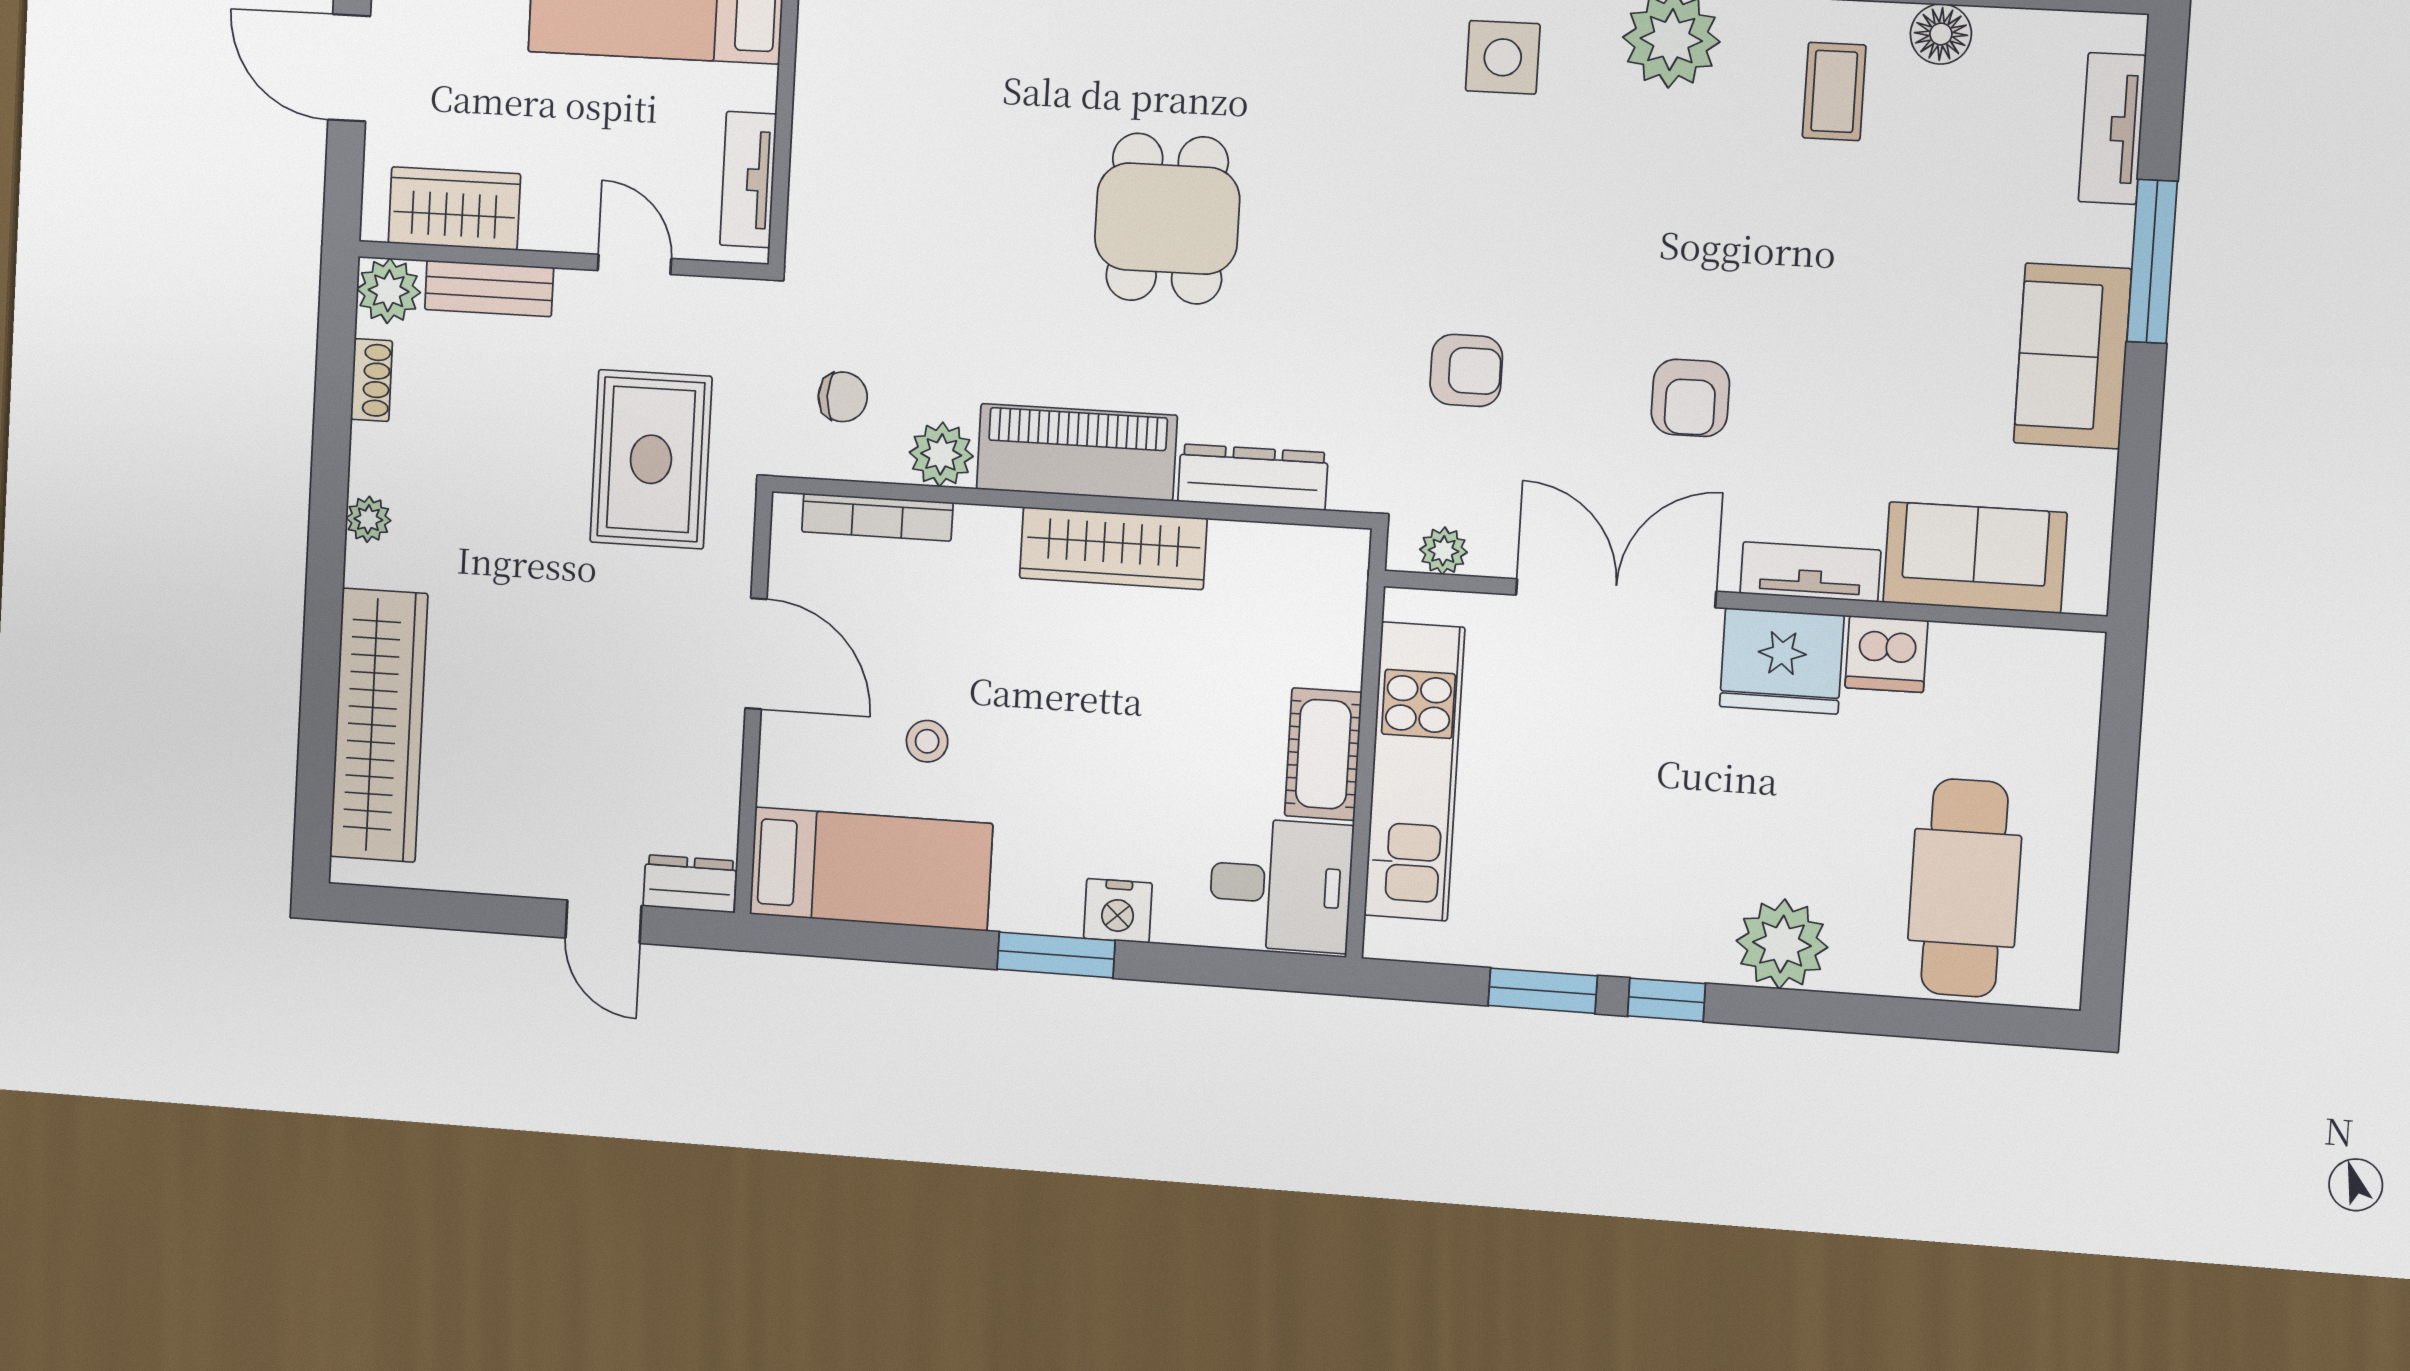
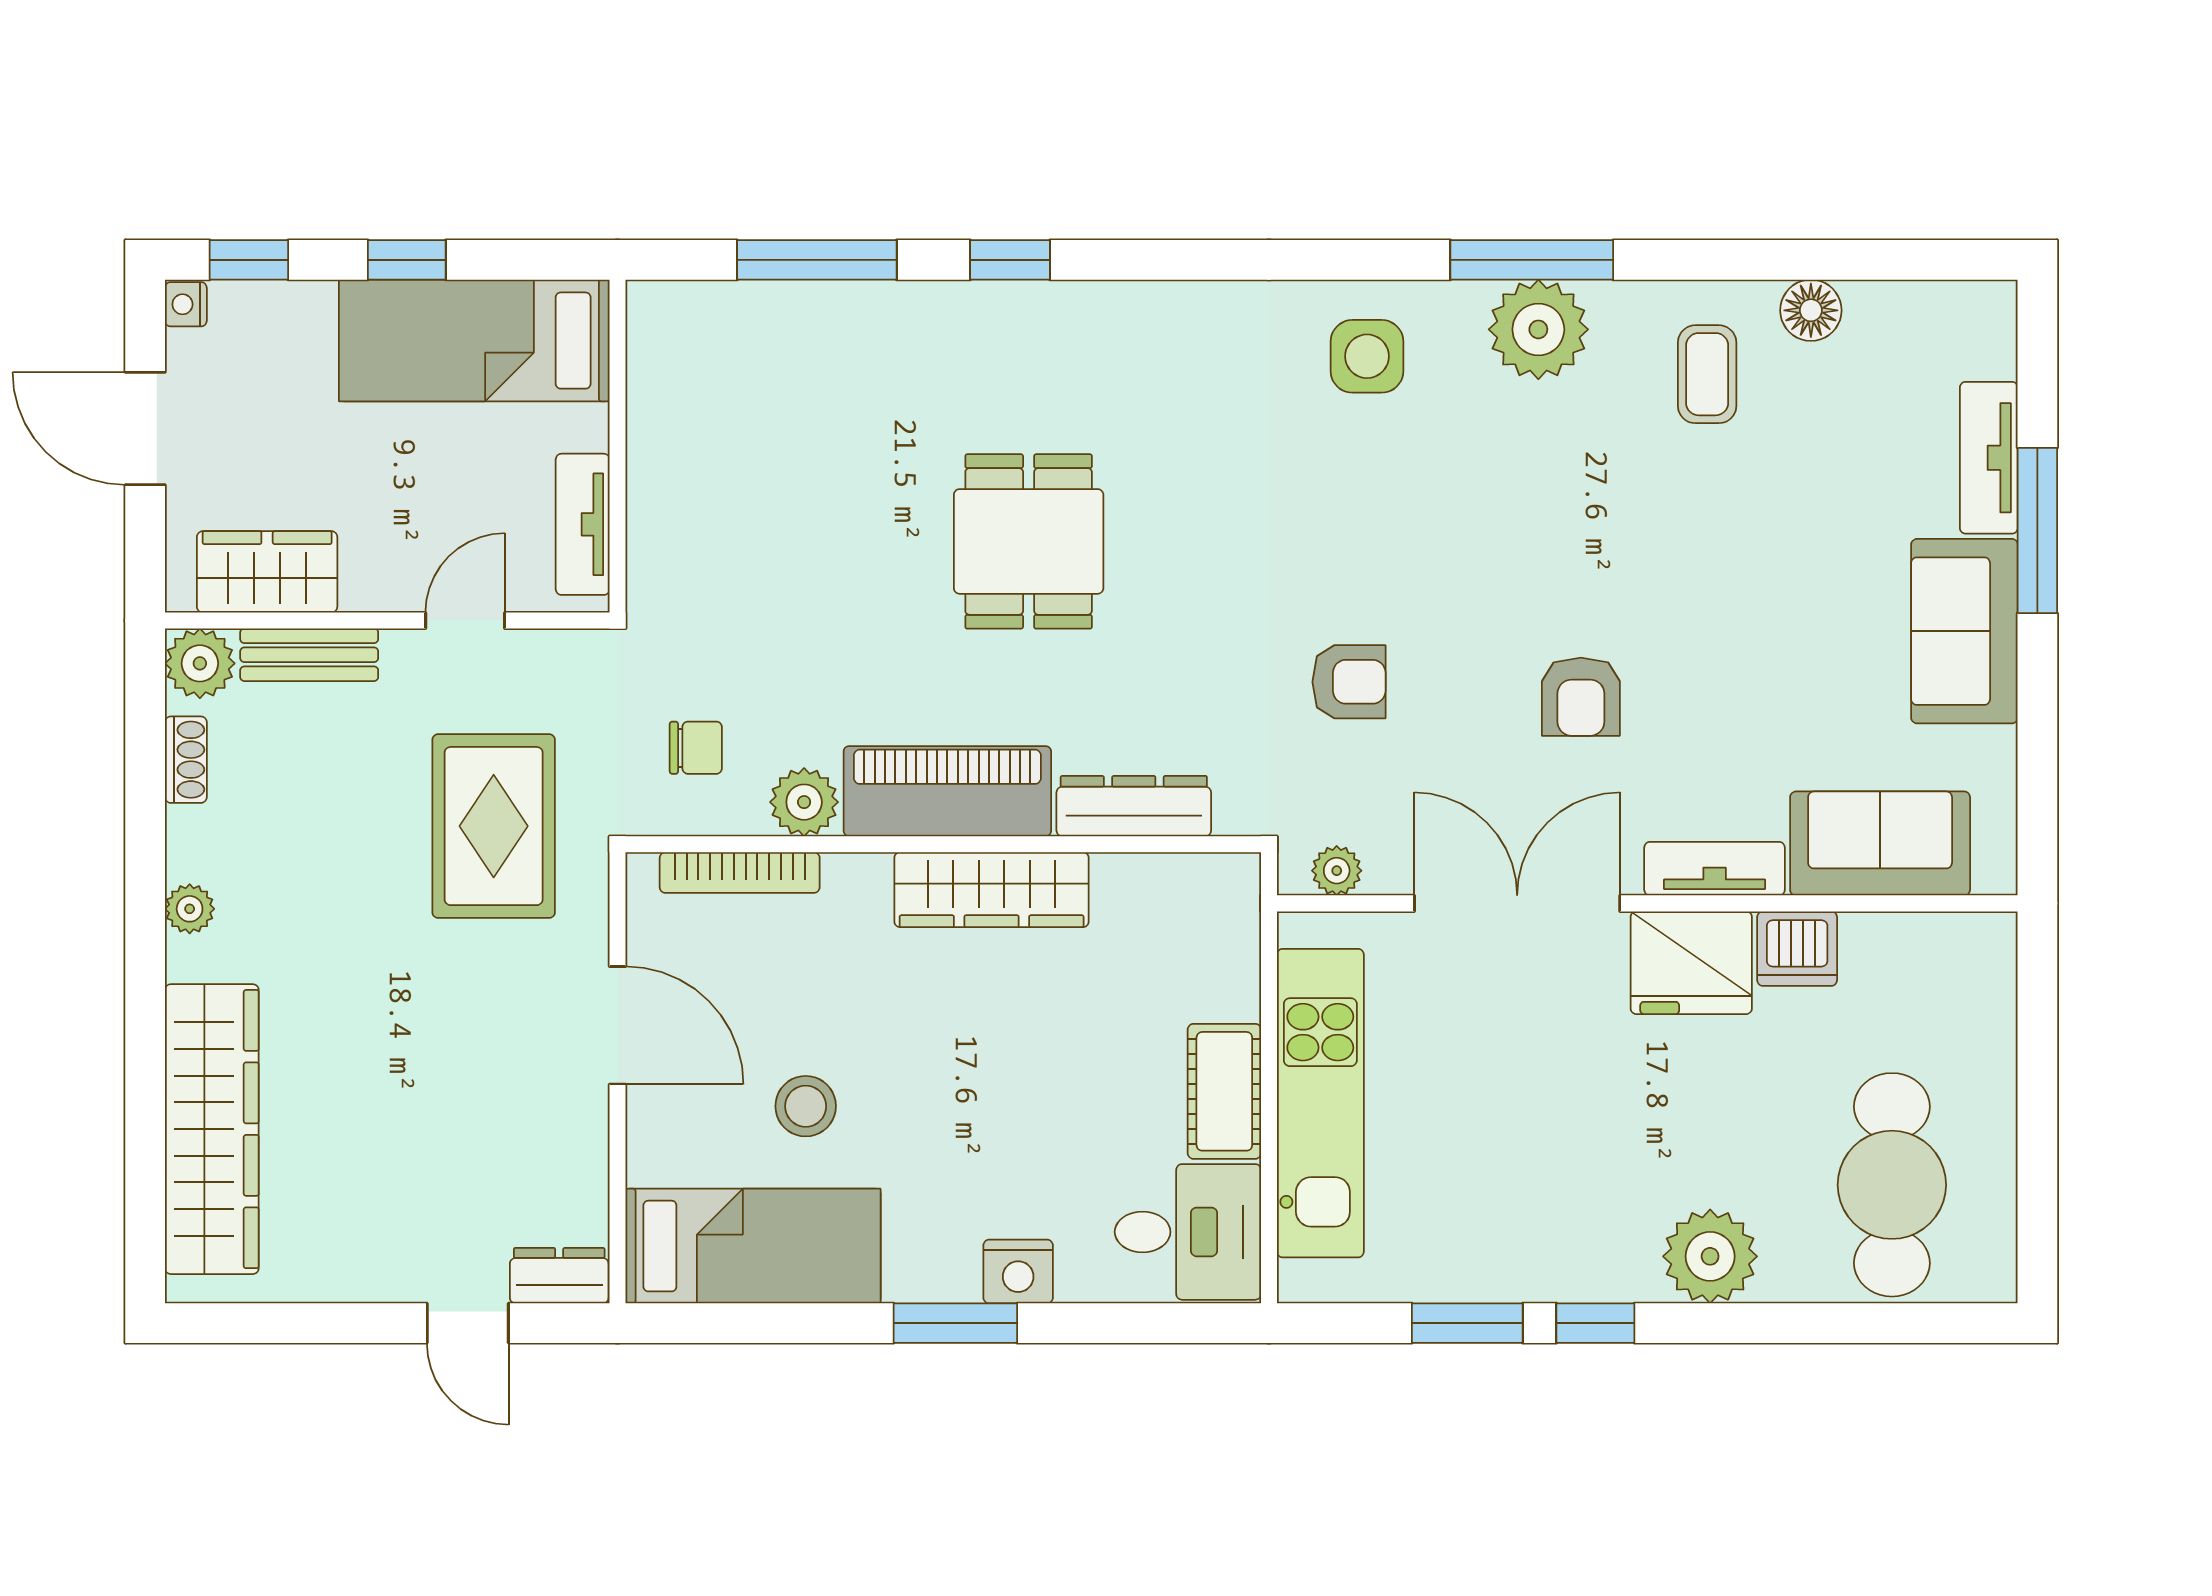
tv unit: (2112, 129) -> (1989, 458), moved
door: (634, 264) -> (465, 620), hinge flipped
stool: (927, 741) -> (806, 1106), width x1.37, depth x1.37

